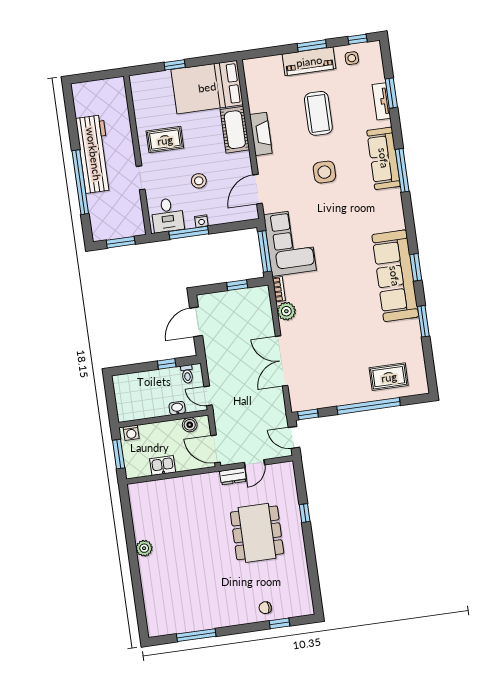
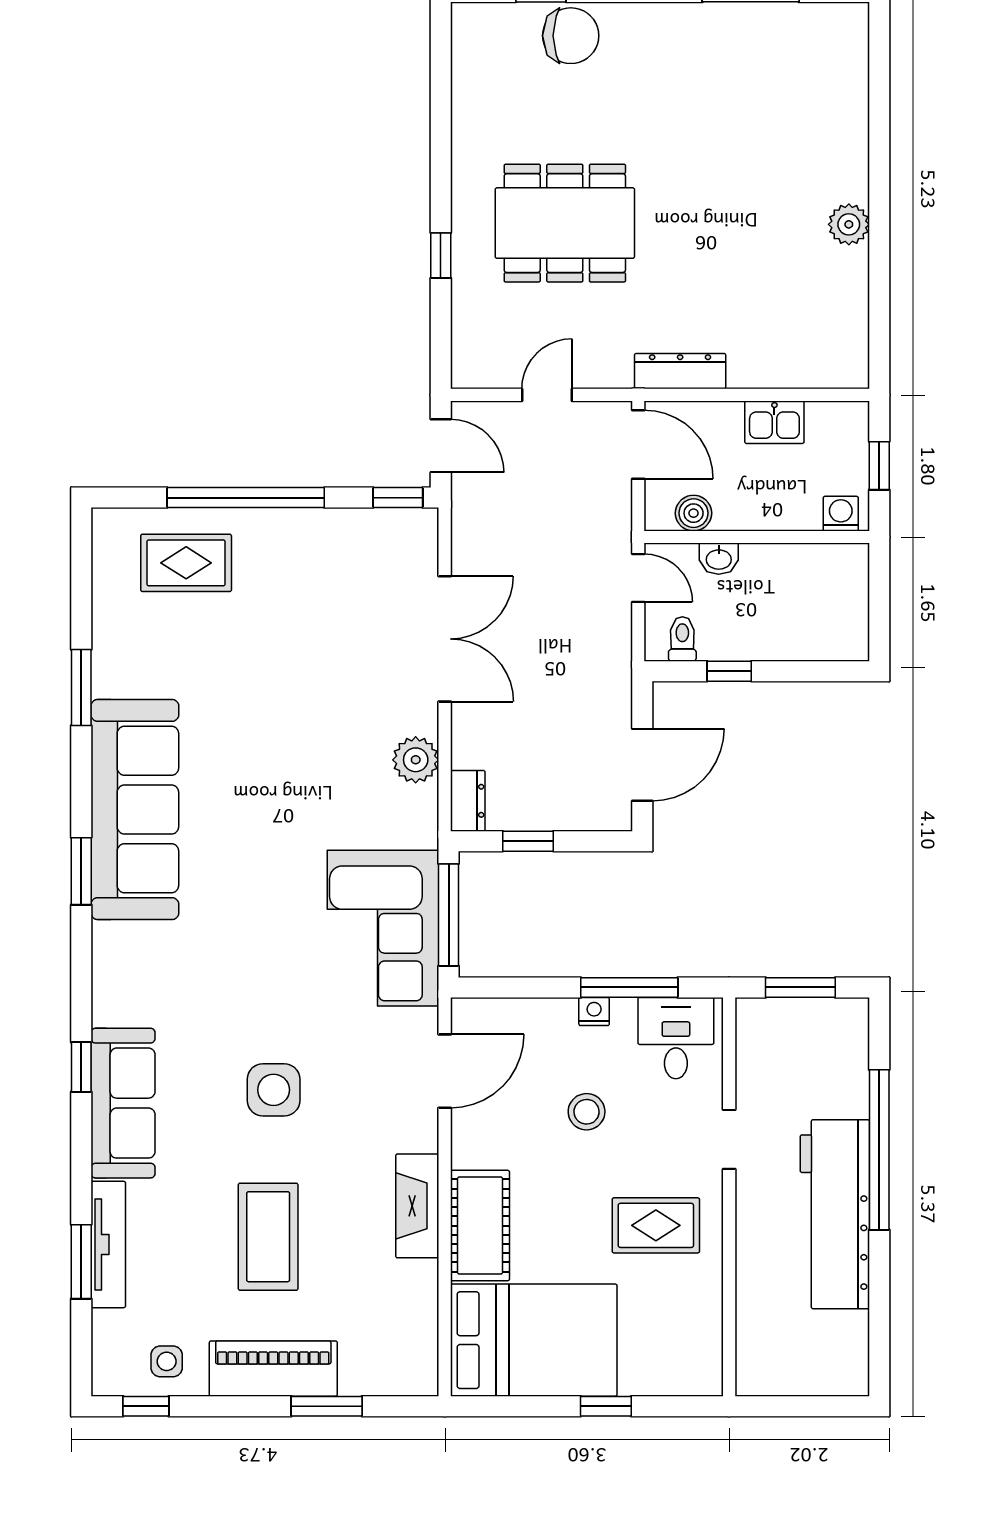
window: (312, 46) -> (327, 1406), moved
tv unit: (381, 101) -> (108, 1244), width x1.41
window: (402, 170) -> (81, 1067), width x0.46
window: (416, 267) -> (81, 871), moved
bookcase: (279, 289) -> (427, 817), removed
dresser: (263, 298) -> (468, 801), added
window: (119, 454) -> (879, 466), width x0.67
dresser: (233, 476) -> (680, 371), moved, width x1.44
dining table: (257, 533) -> (565, 223), turned 90
chair: (265, 608) -> (571, 36), width x1.87, depth x1.87

